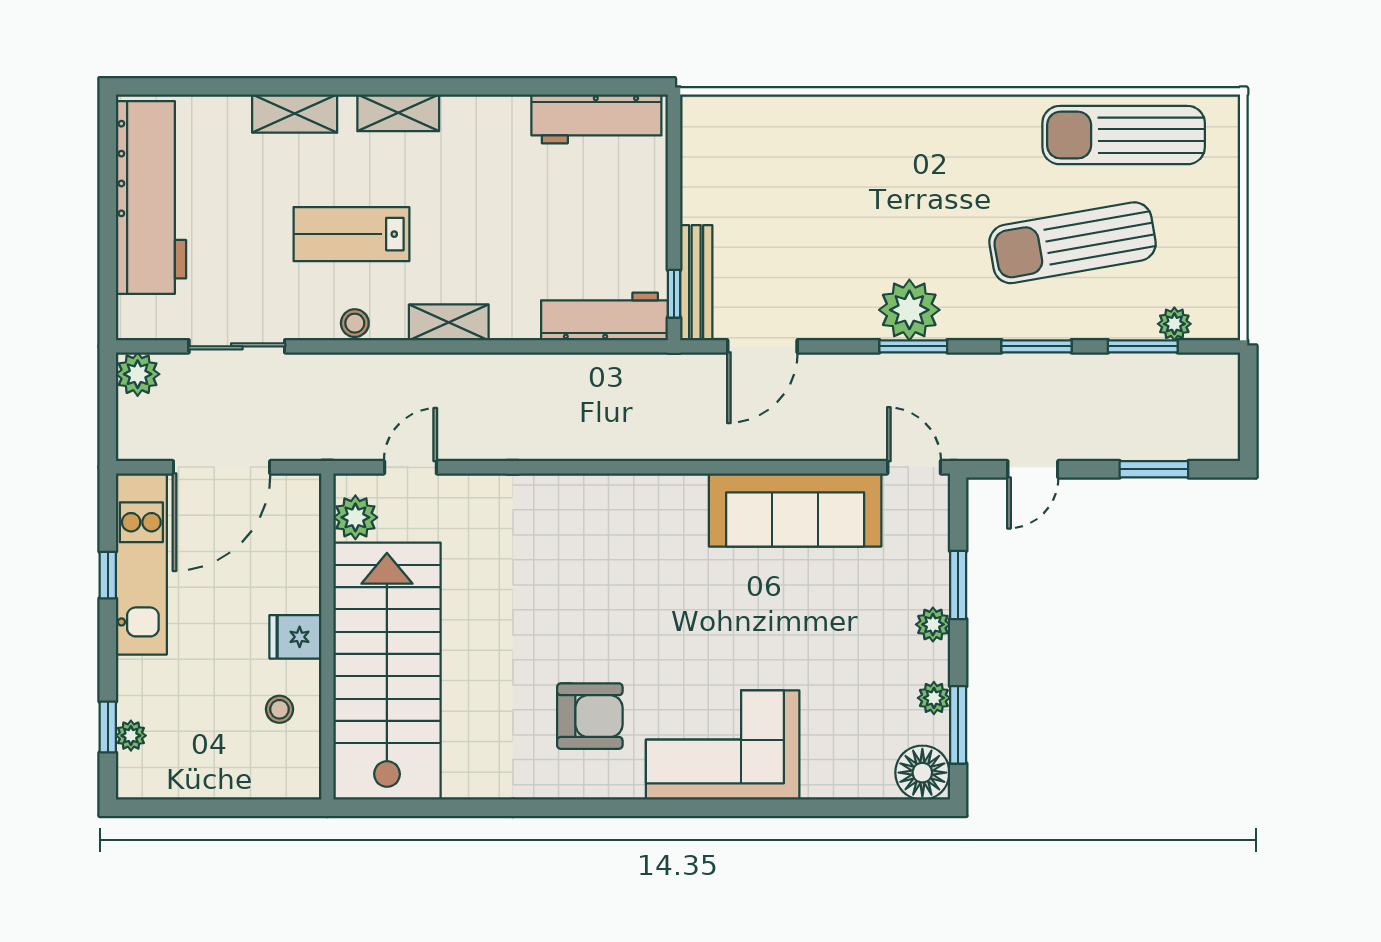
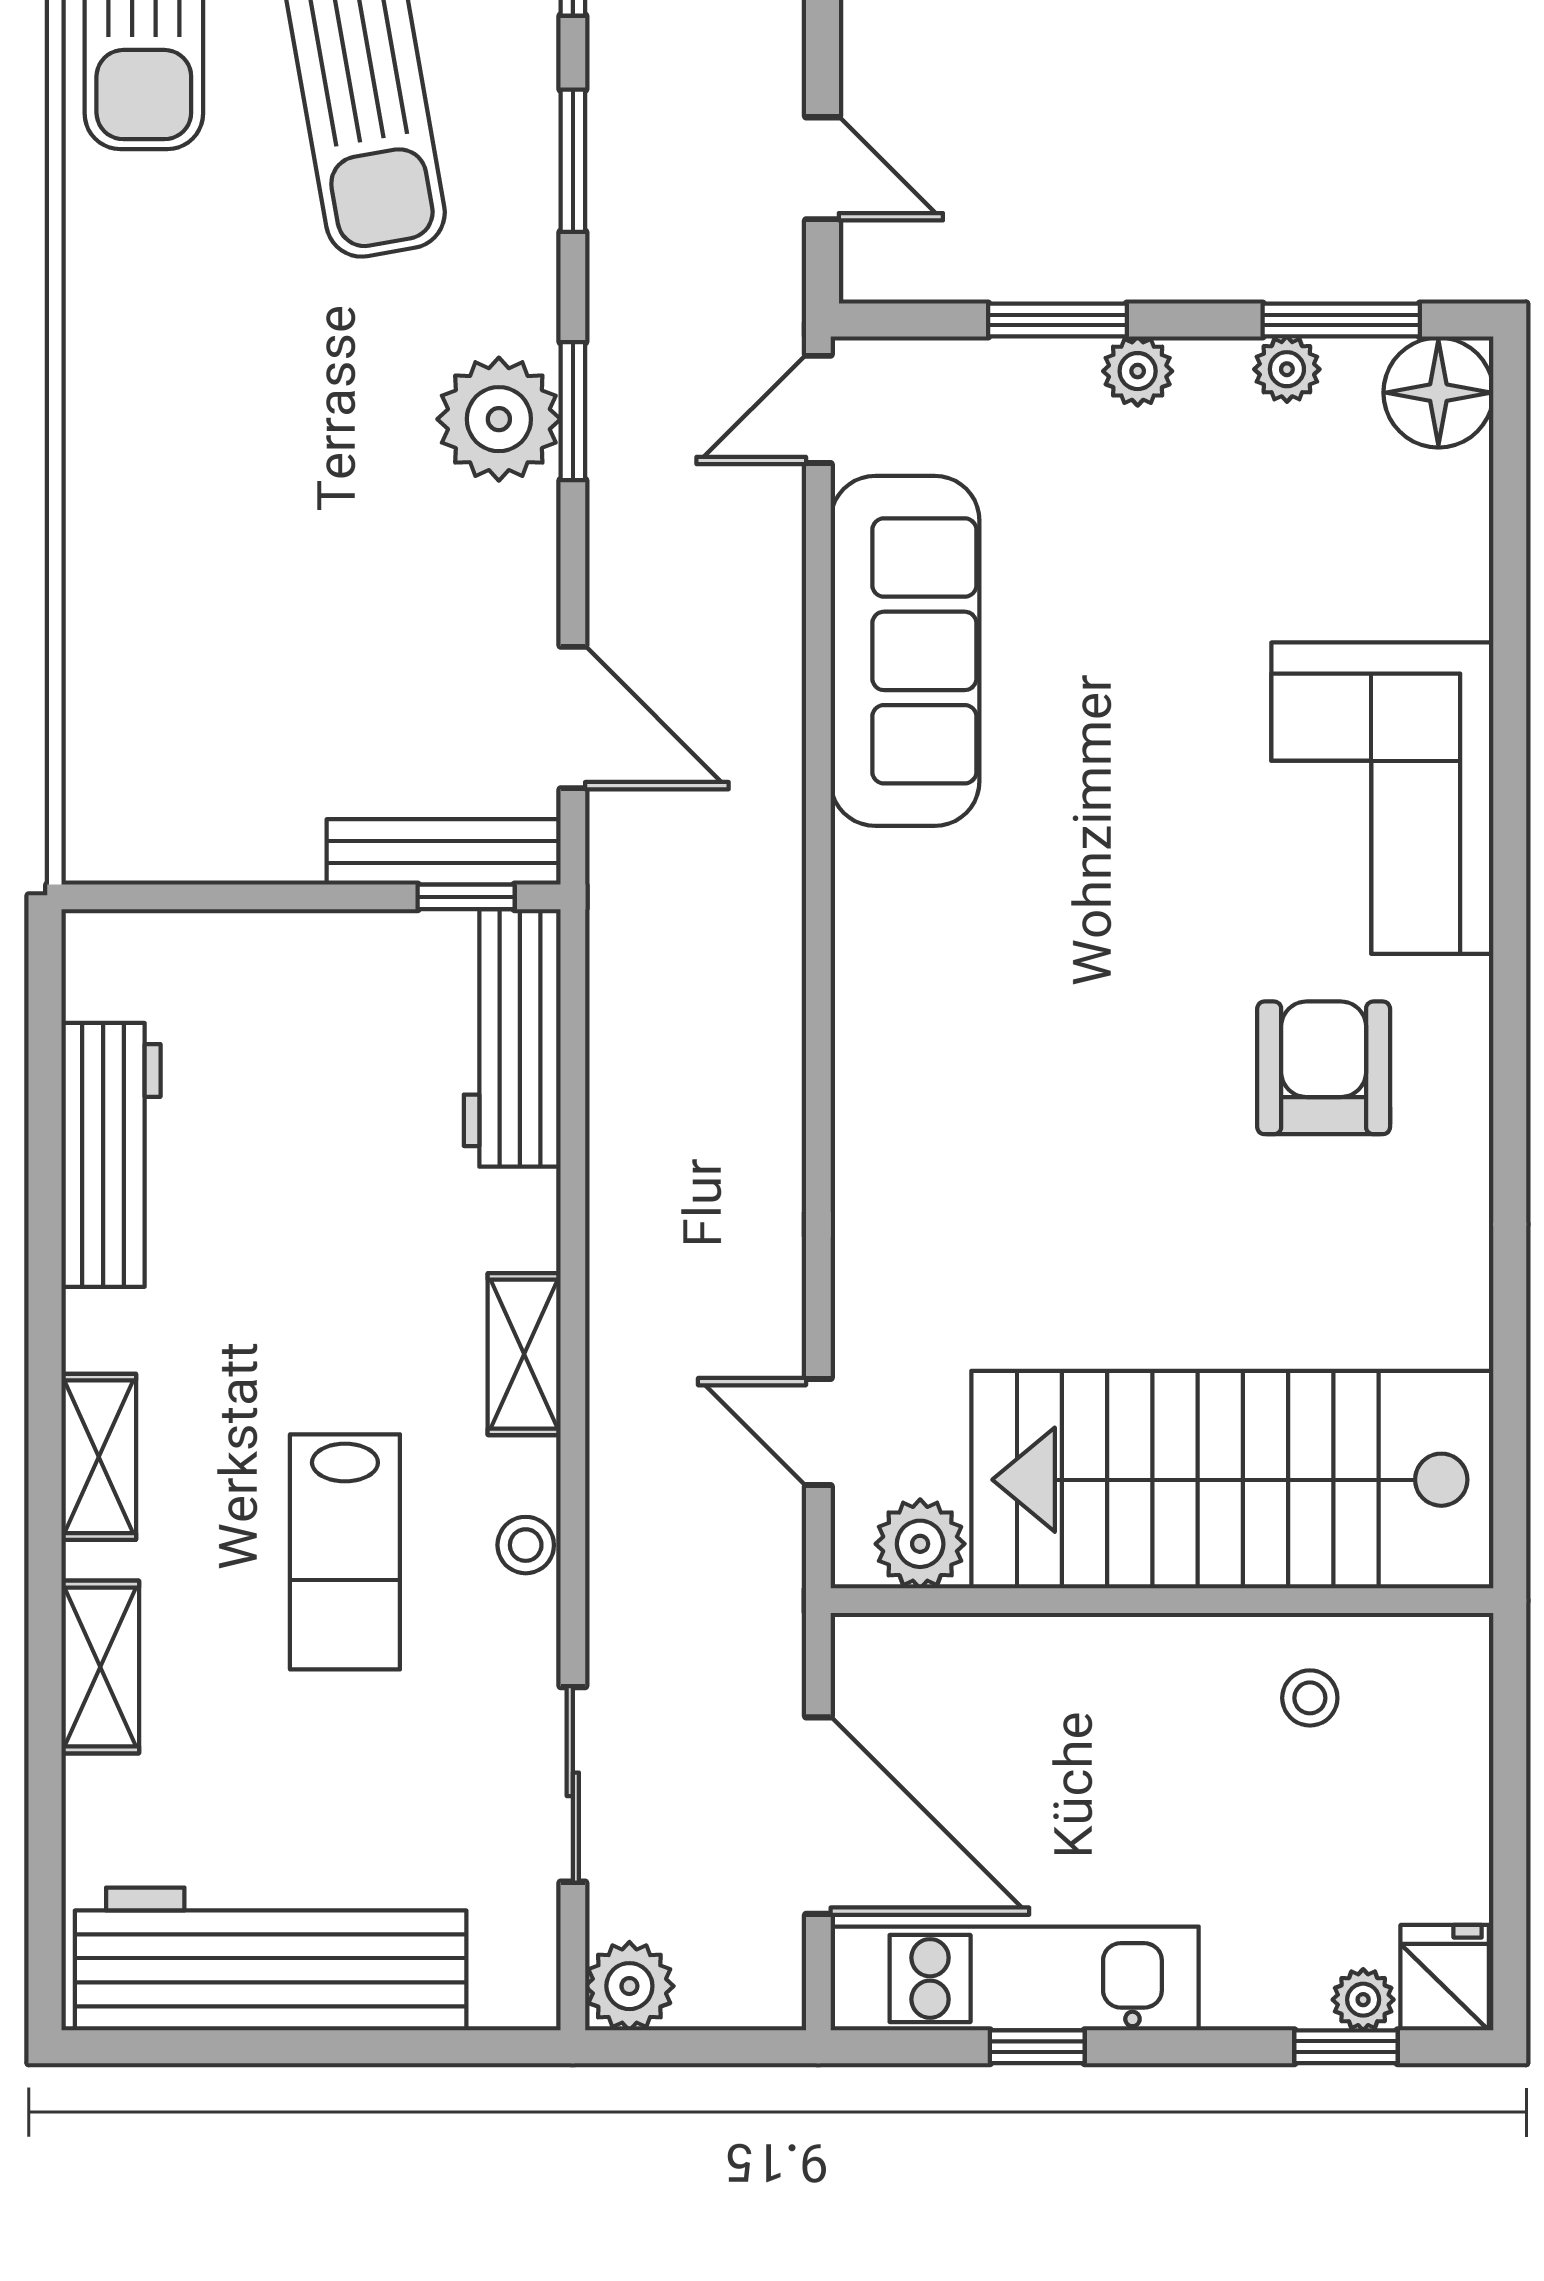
workbench: (596, 119) -> (111, 1155), moved
fridge: (295, 637) -> (1445, 1978), moved, turned 180

